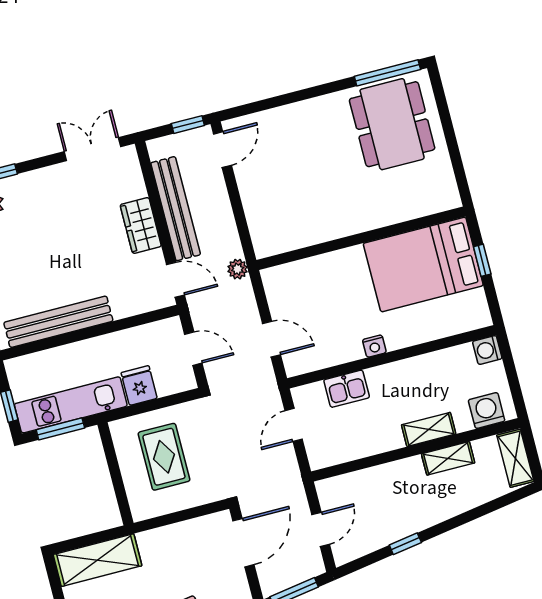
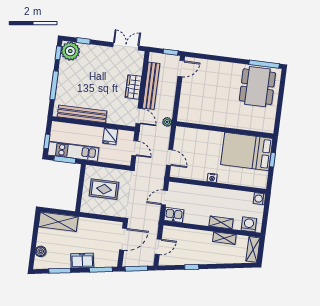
fridge: (139, 385) -> (110, 136), moved, turned 180
kitchen sink: (347, 389) -> (174, 215), moved, turned 180
rug: (164, 457) -> (104, 189), turned 90

